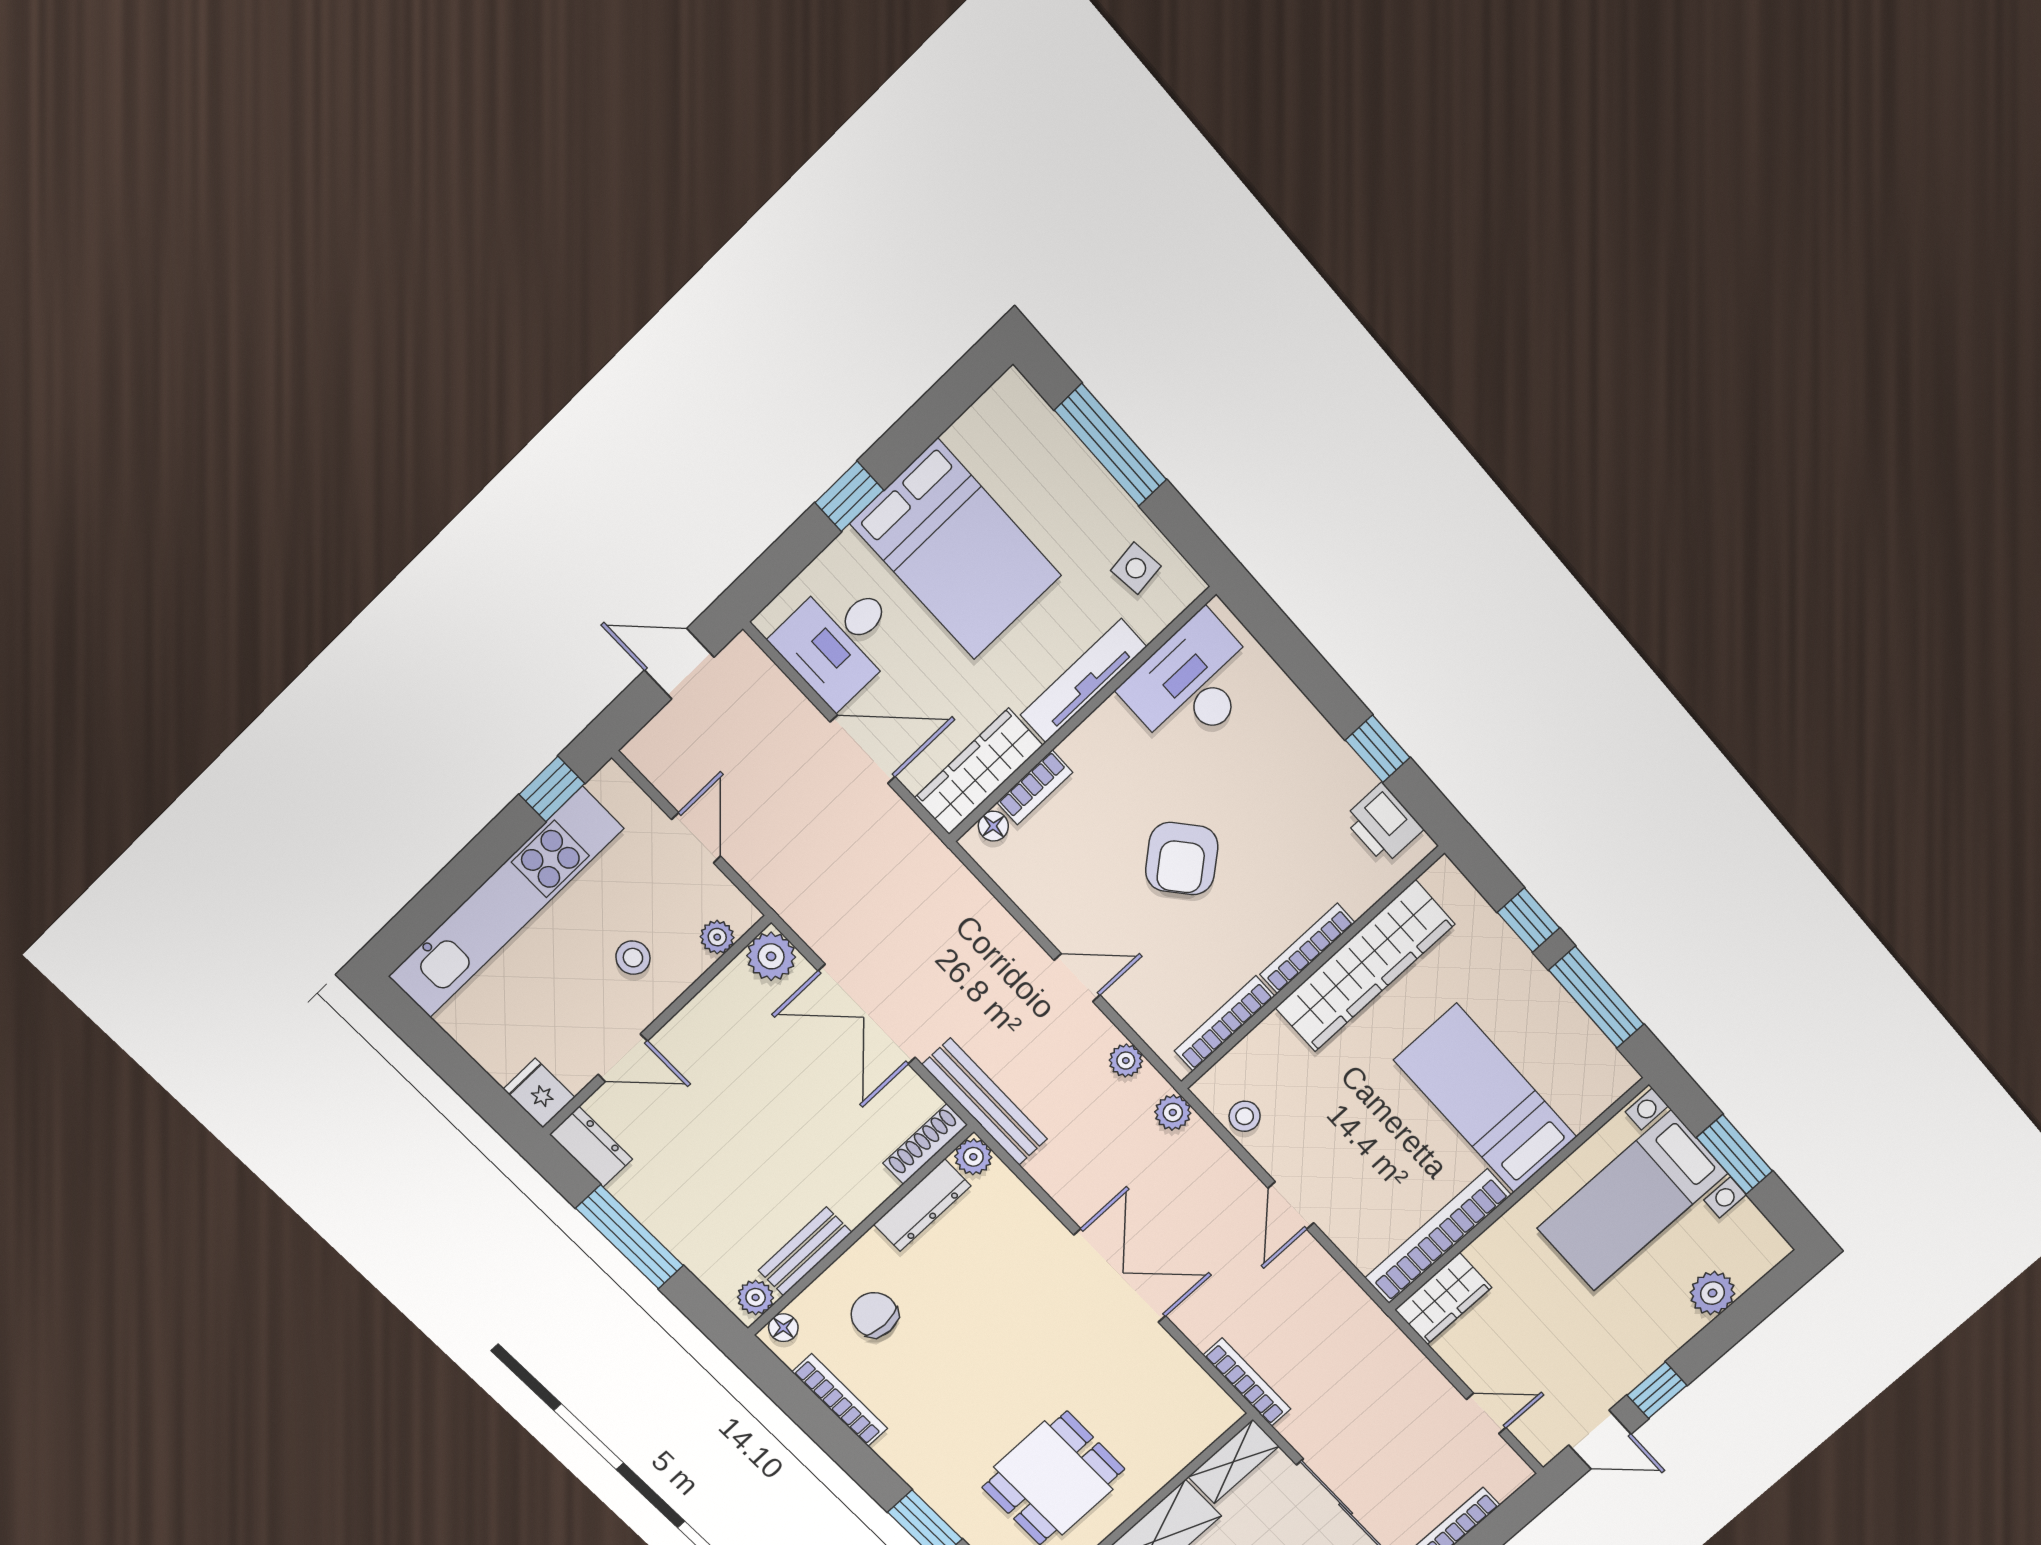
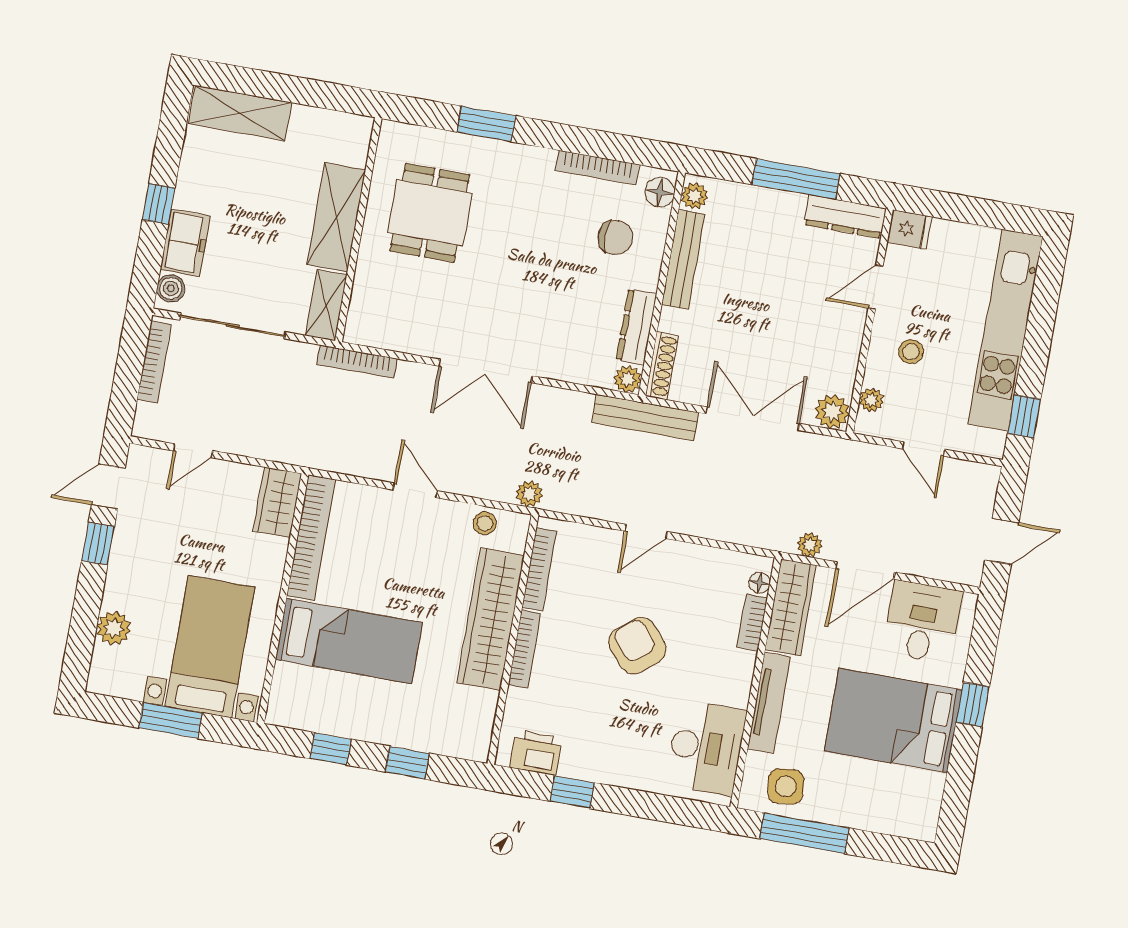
window: (1111, 445) -> (804, 833), moved
side table: (1136, 568) -> (786, 786), width x1.37, depth x1.37
wardrobe: (1365, 966) -> (491, 619), moved
window: (1596, 997) -> (331, 749), width x0.46
plant: (1126, 1061) -> (810, 545), moved
dresser: (591, 1147) -> (845, 217), width x1.44
bench: (805, 1251) -> (683, 259), width x1.36
floor lamp: (783, 1328) -> (660, 192), width x1.37, depth x1.37

